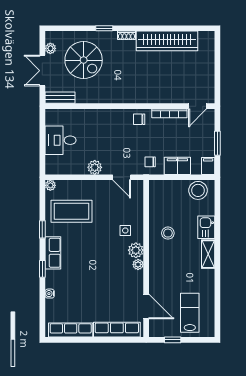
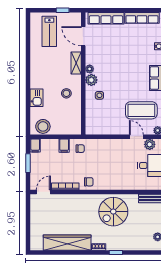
spiral stairs: (84, 60) -> (113, 212), moved, turned -90
filing cabinet: (177, 166) -> (64, 146), width x0.50
plant: (95, 167) -> (150, 144), moved
door: (122, 177) -> (136, 137), moved
shelving: (208, 254) -> (76, 63), moved

